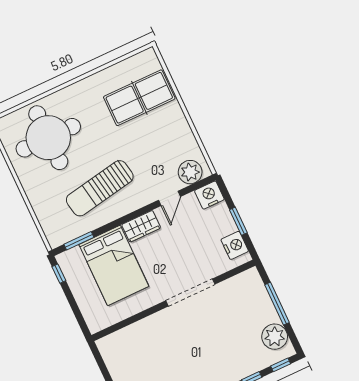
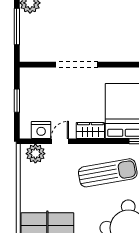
nightstand: (209, 195) -> (41, 130), moved
nightstand: (235, 245) -> (28, 84), removed

